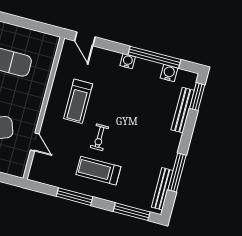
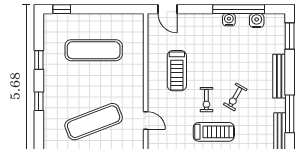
water cooler: (128, 61) -> (229, 20), moved
bench: (183, 110) -> (279, 76), moved
exercise bike: (128, 142) -> (235, 97), added
treadmill: (98, 171) -> (214, 132), turned 180

